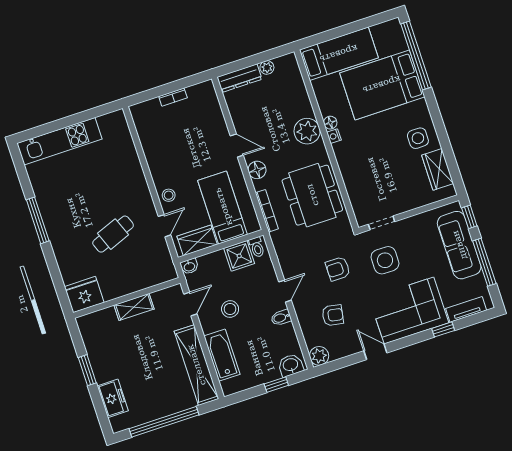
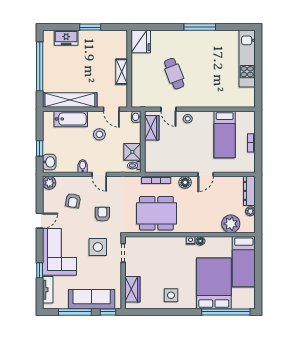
plant: (307, 131) -> (231, 224), moved
wardrobe: (438, 169) -> (132, 289), moved, turned 90
bed: (223, 207) -> (225, 134), moved, turned 90

